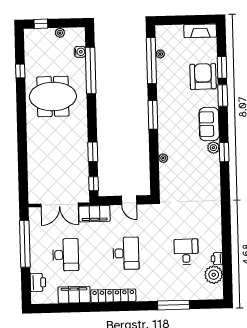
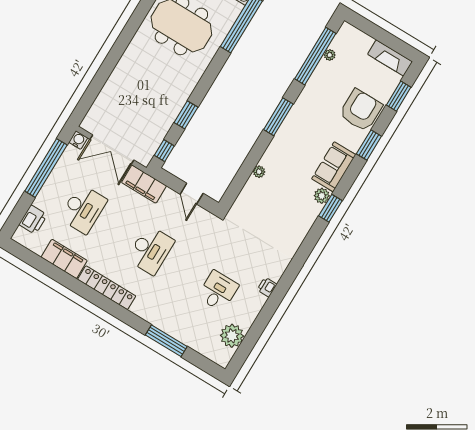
window: (222, 67) -> (399, 96), moved
water cooler: (34, 213) -> (78, 140), added
printer: (217, 259) -> (267, 287), moved

